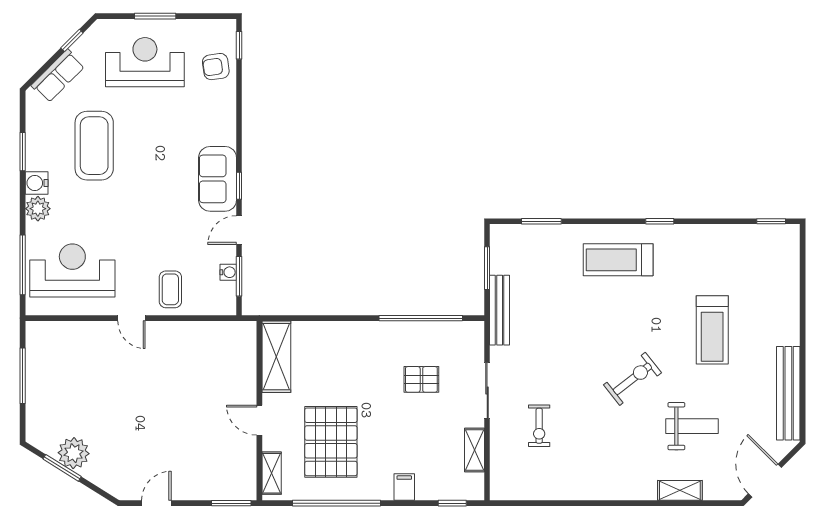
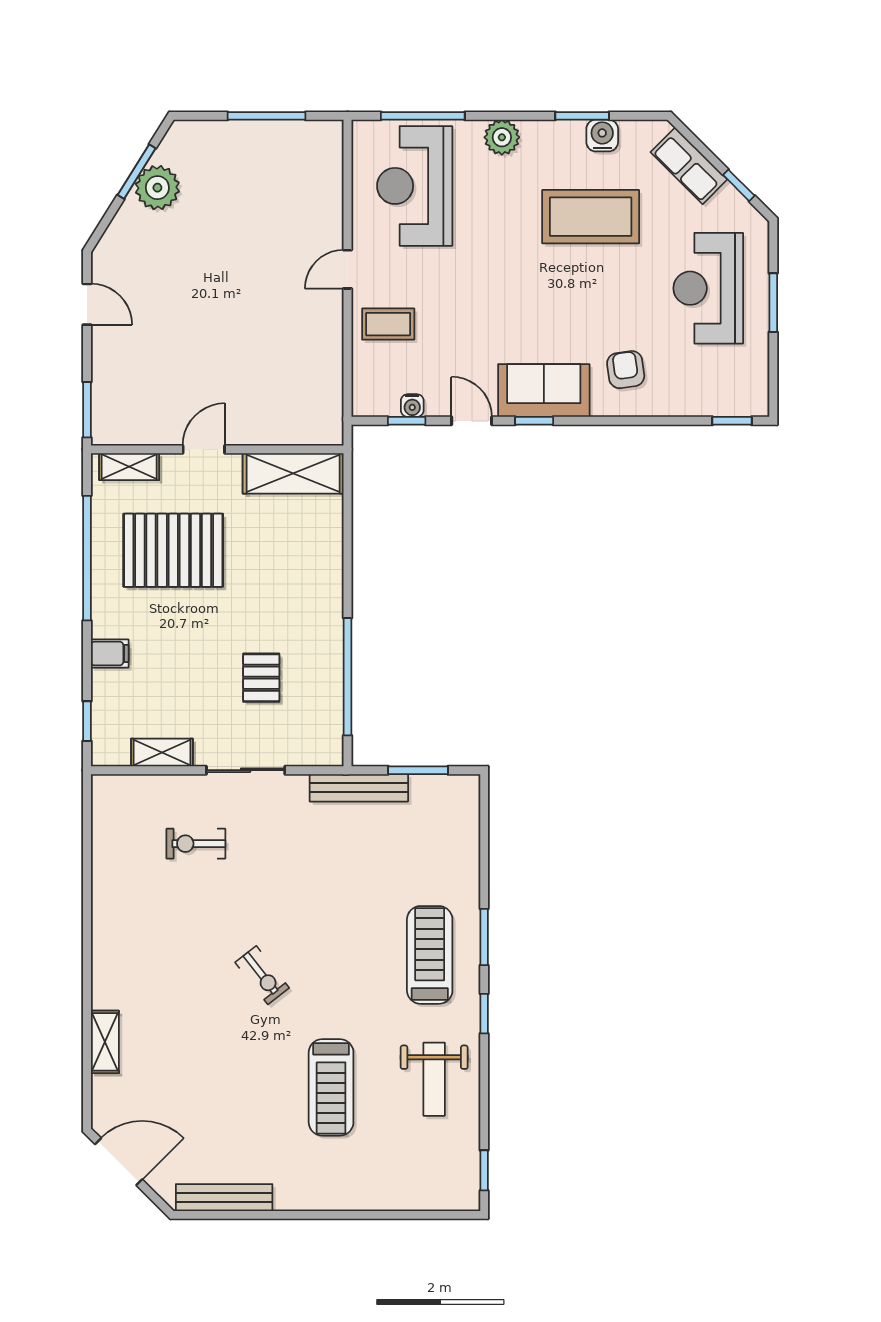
reception desk: (145, 62) -> (708, 288), turned 180
armchair: (216, 67) -> (626, 370), moved
water cooler: (37, 183) -> (602, 136), moved
window: (541, 221) -> (484, 937), moved
reception desk: (72, 271) -> (415, 186), turned 180
window: (239, 276) -> (407, 421), width x0.67
treadmill: (712, 330) -> (331, 1087), turned -90
exercise bike: (633, 379) -> (262, 975), width x0.73, depth x0.72
bench: (788, 393) -> (224, 1198), width x0.73, depth x0.82
weight bench: (692, 426) -> (434, 1079), moved

